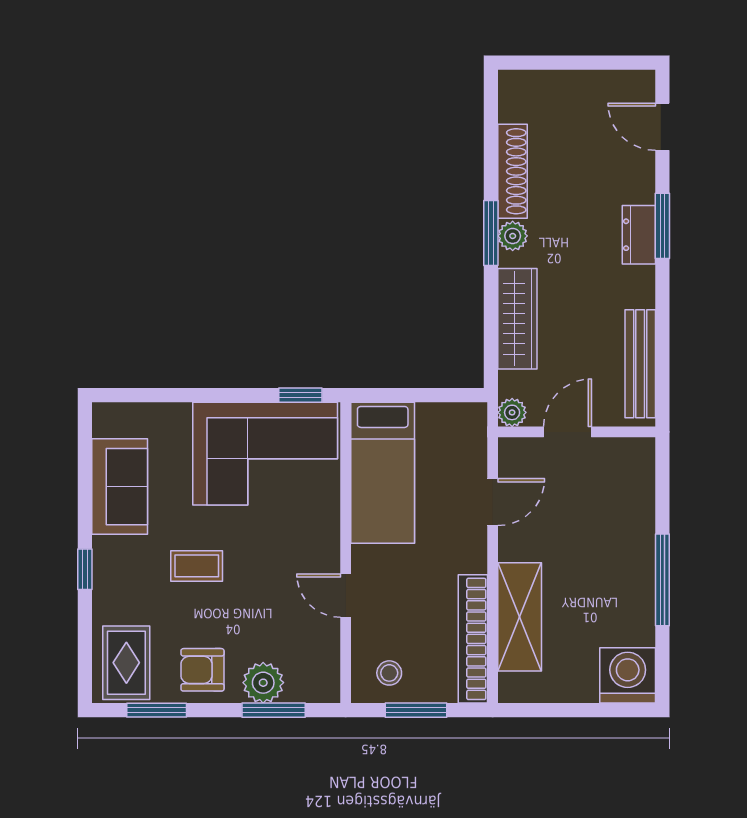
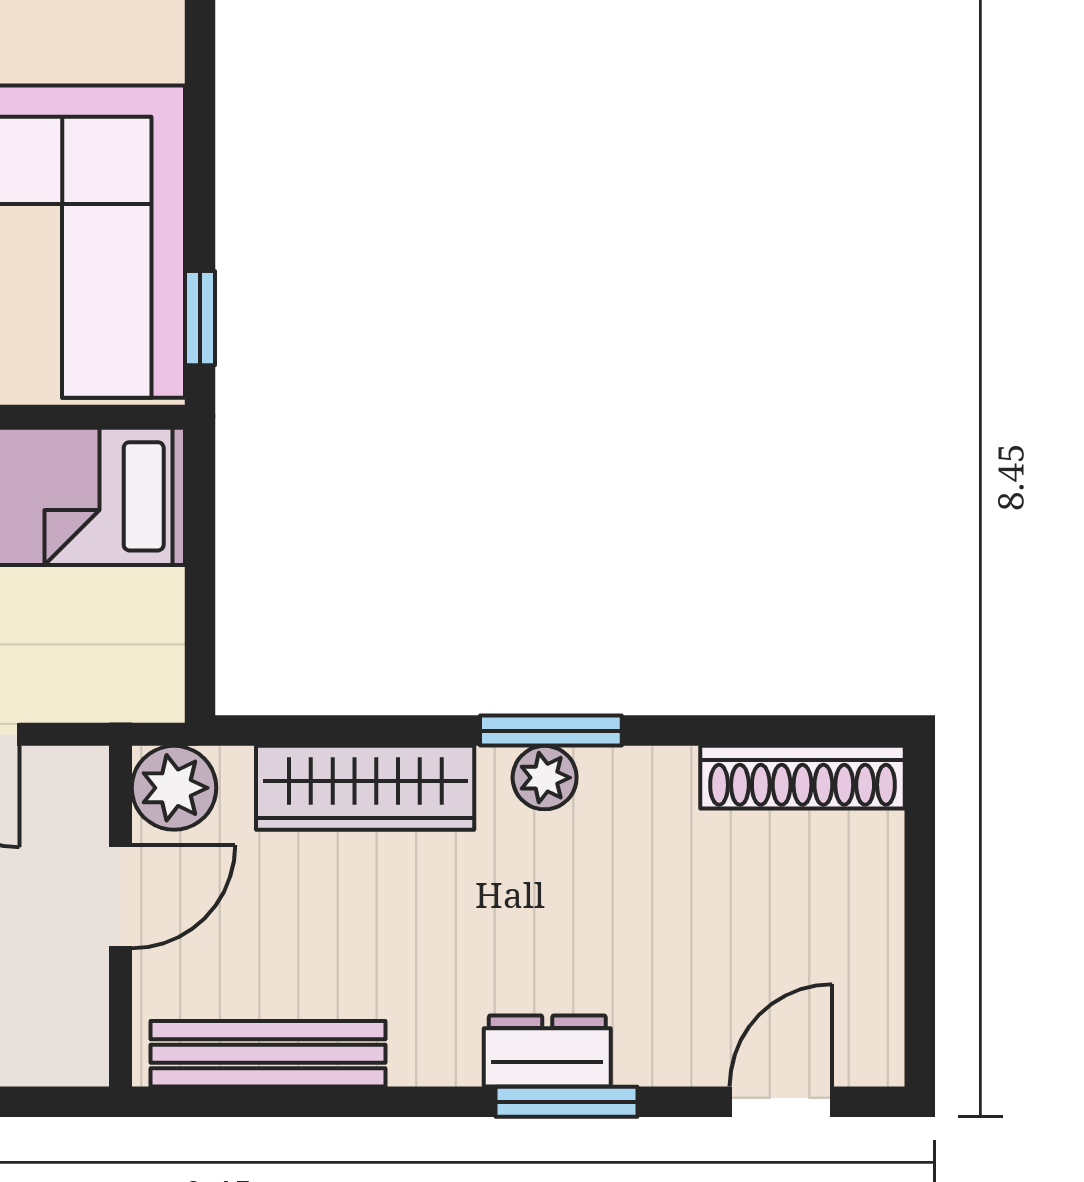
shoe rack: (512, 171) -> (803, 777), moved
plant: (512, 412) -> (174, 788), width x1.38, depth x1.38
door: (568, 432) -> (121, 897), hinge flipped

